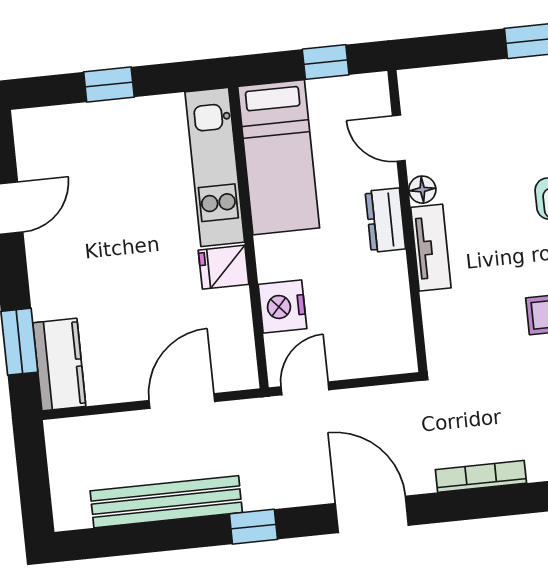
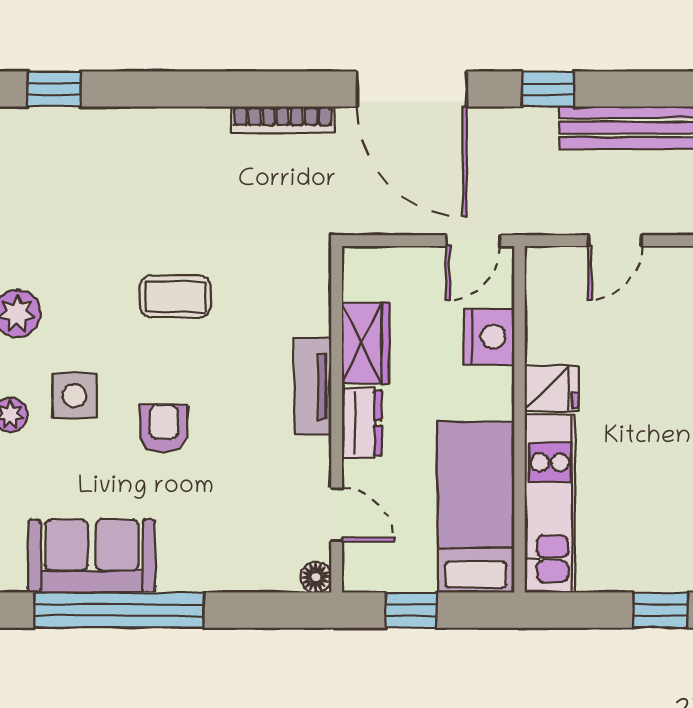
floor lamp: (422, 190) -> (316, 577), moved
wardrobe: (389, 290) -> (365, 343), added
door: (182, 401) -> (615, 241), width x0.73
door: (372, 514) -> (412, 89), width x1.36

